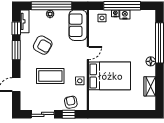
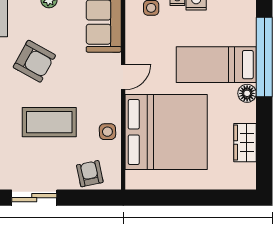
bed: (135, 47) -> (216, 65), added
bed: (110, 76) -> (166, 132), width x1.36
window: (69, 114) -> (85, 198), removed

